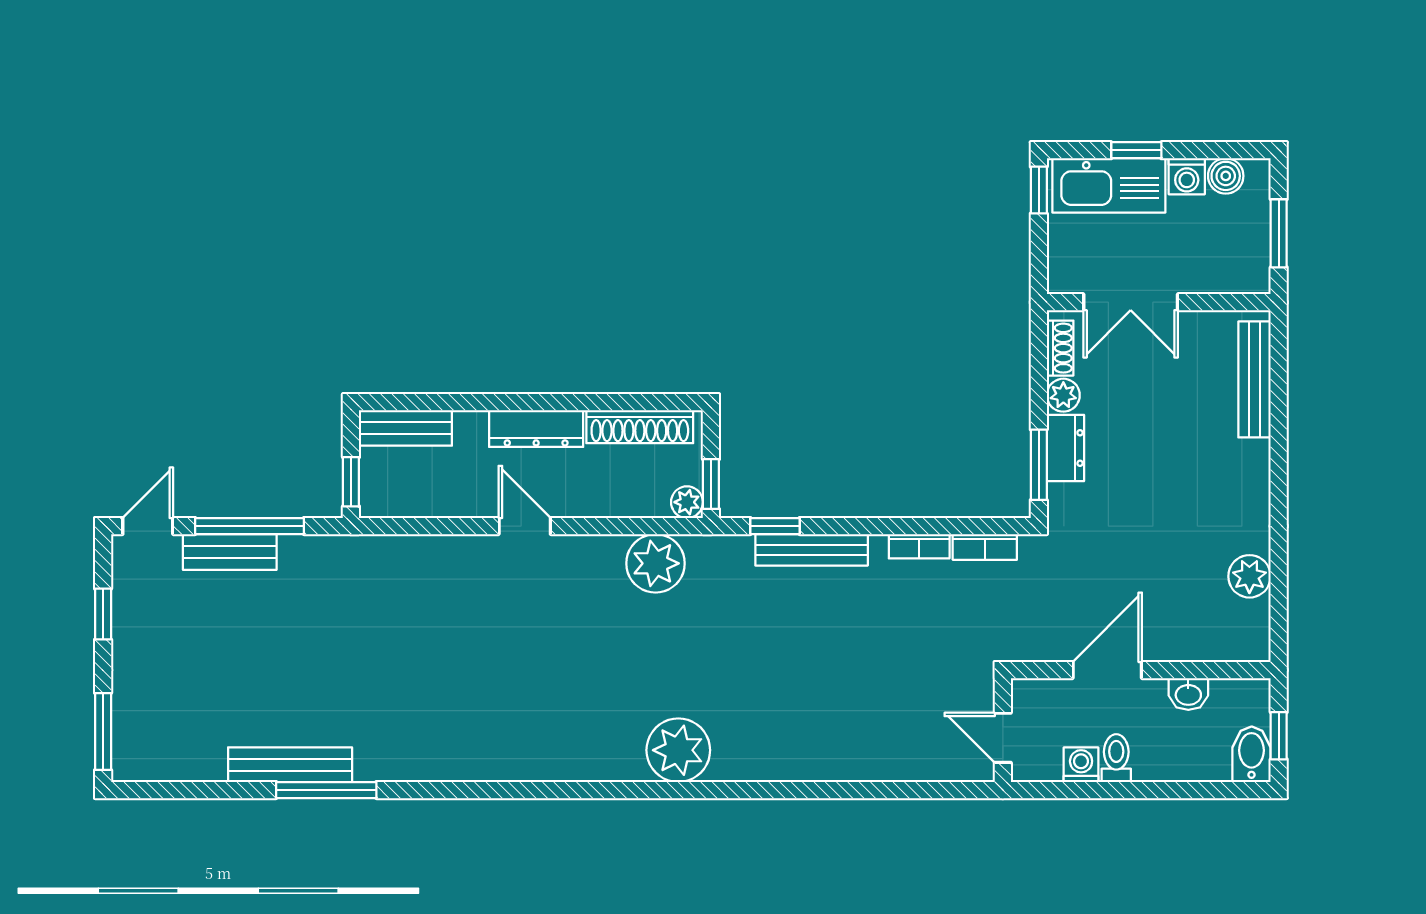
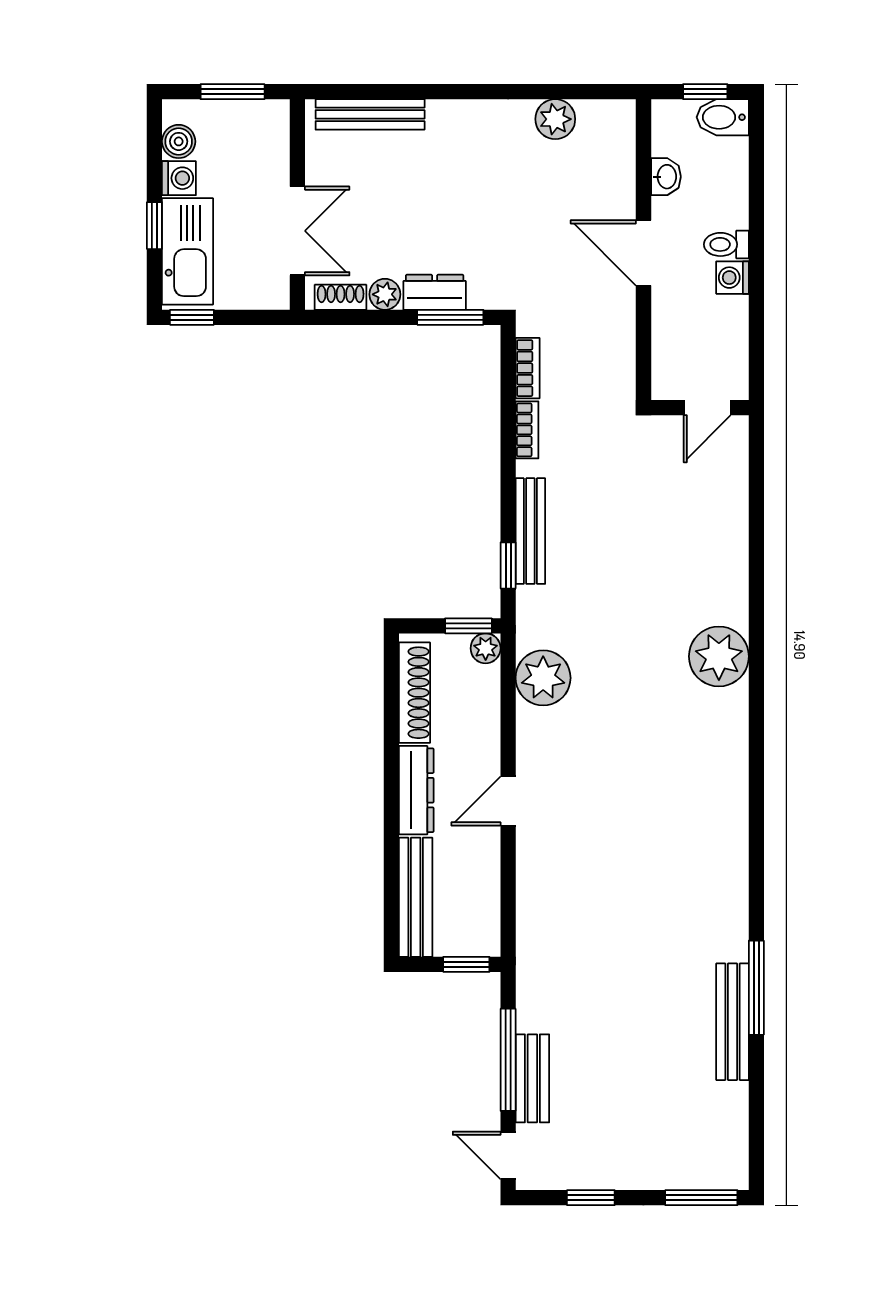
bench: (405, 428) -> (416, 897), width x1.36
wall: (1003, 730) -> (700, 408), moved
door: (1003, 738) -> (707, 408), moved

